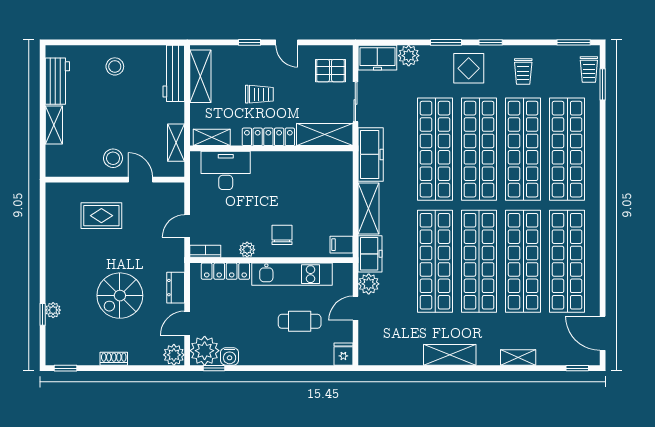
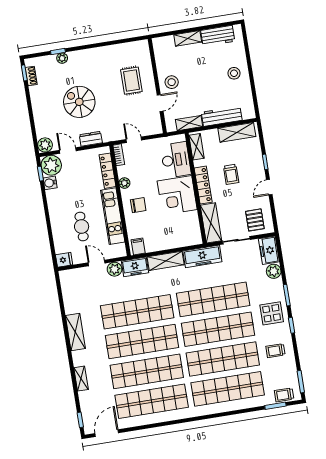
workbench: (174, 73) -> (222, 116), moved
corner desk: (277, 177) -> (177, 195), added
shoe rack: (114, 359) -> (31, 76), moved

